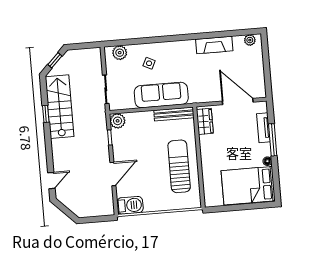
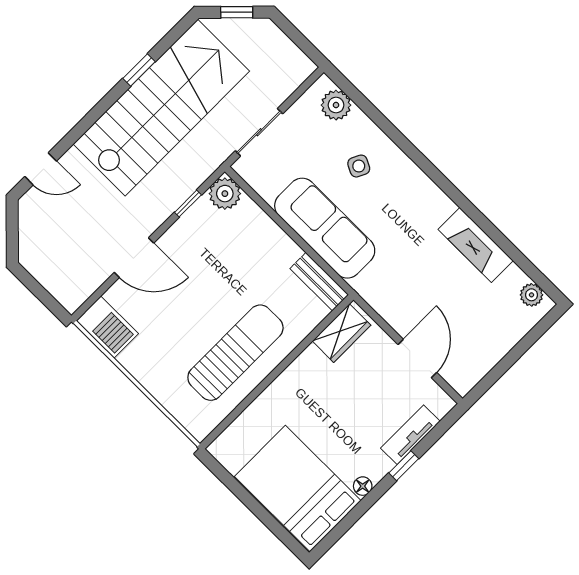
door: (238, 102) -> (417, 358), width x0.73
stairs: (60, 107) -> (161, 108), width x1.36, depth x1.51
bench: (174, 114) -> (319, 282), width x0.73
window: (273, 140) -> (404, 466), width x0.46

